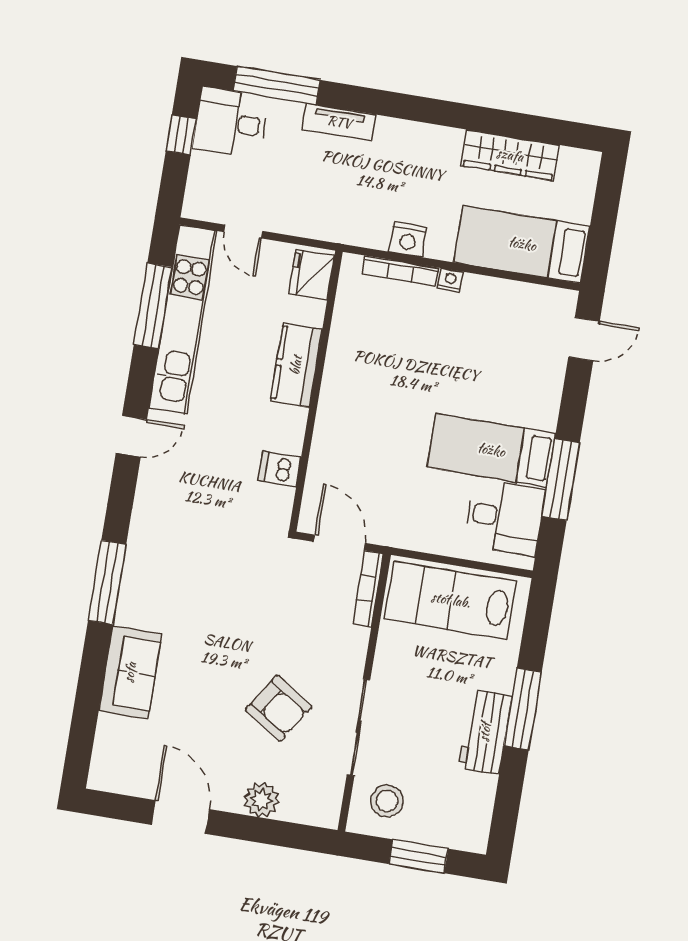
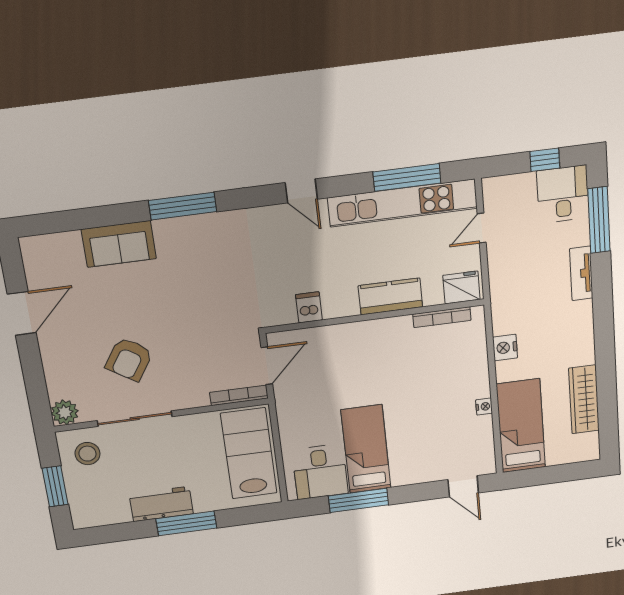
bookcase: (400, 271) -> (442, 317), moved, turned -90
nightstand: (450, 280) -> (484, 407), moved
plant: (261, 800) -> (65, 412), moved

